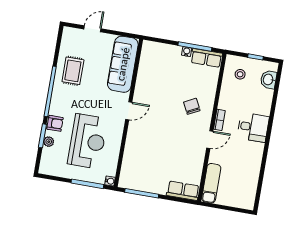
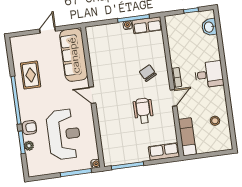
door: (92, 29) -> (48, 30), moved
stool: (240, 74) -> (215, 121), moved
door: (129, 111) -> (92, 95), swing flipped
wheelchair: (175, 143) -> (143, 111), added

